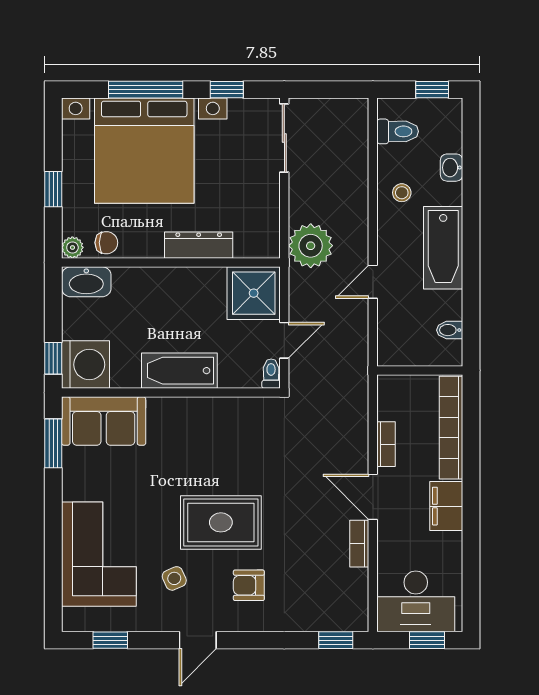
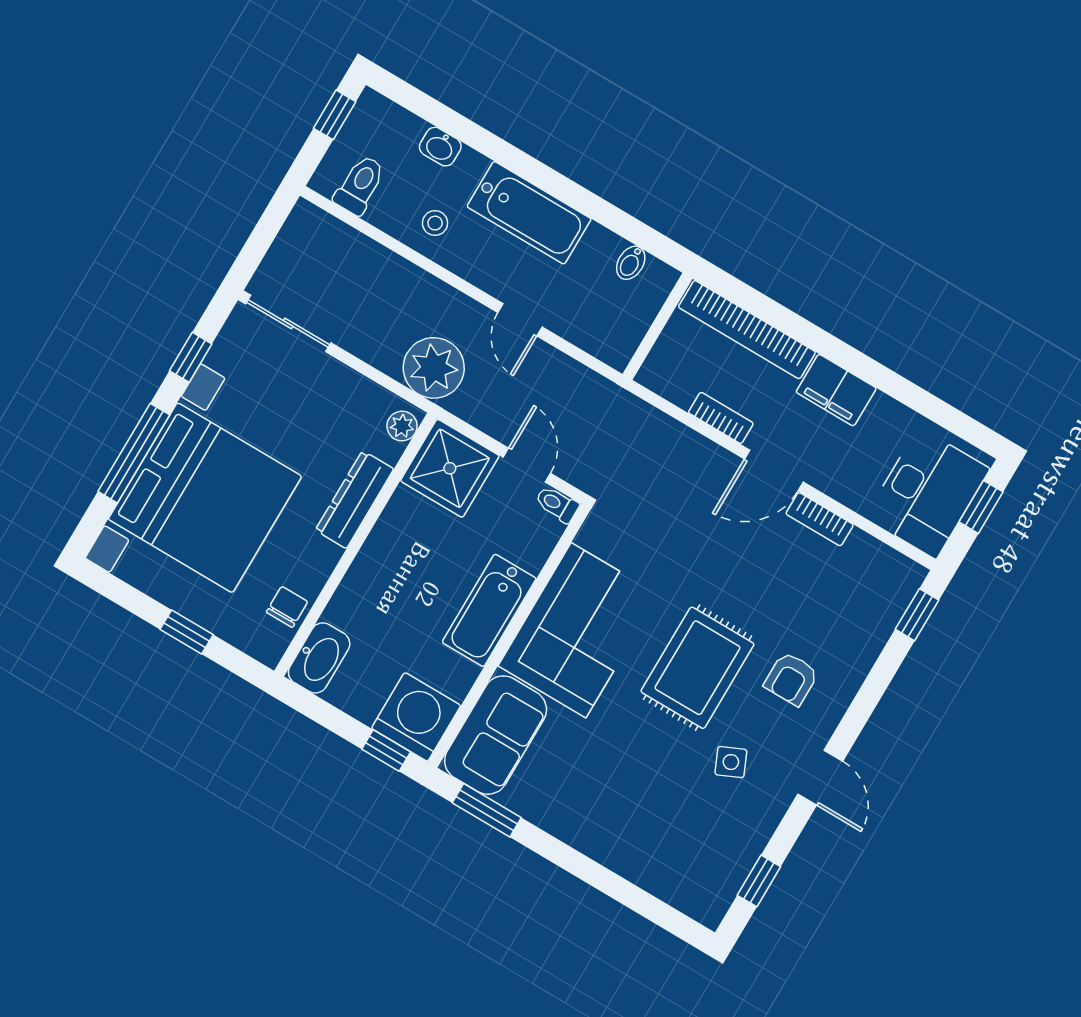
plant: (72, 247) -> (402, 426), moved
corner sofa: (99, 554) -> (579, 630), moved, turned 90

